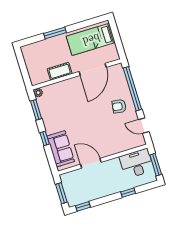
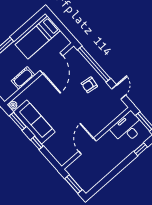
door: (144, 126) -> (119, 92), swing flipped
sofa: (61, 149) -> (34, 122), moved, width x1.36
door: (91, 163) -> (87, 146), hinge flipped
window: (128, 193) -> (141, 149), moved
window: (83, 206) -> (98, 187), removed

